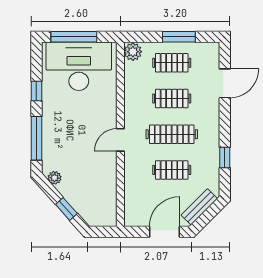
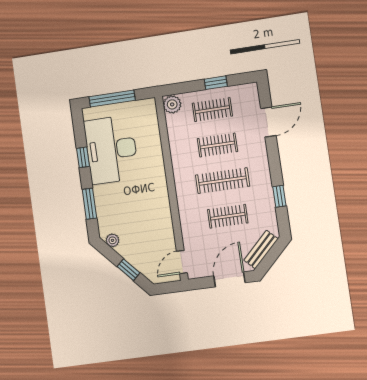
window: (179, 37) -> (216, 83), width x0.67
desk: (79, 66) -> (111, 150), moved, turned -90
window: (36, 138) -> (89, 204), width x0.69
door: (120, 140) -> (182, 262), moved

